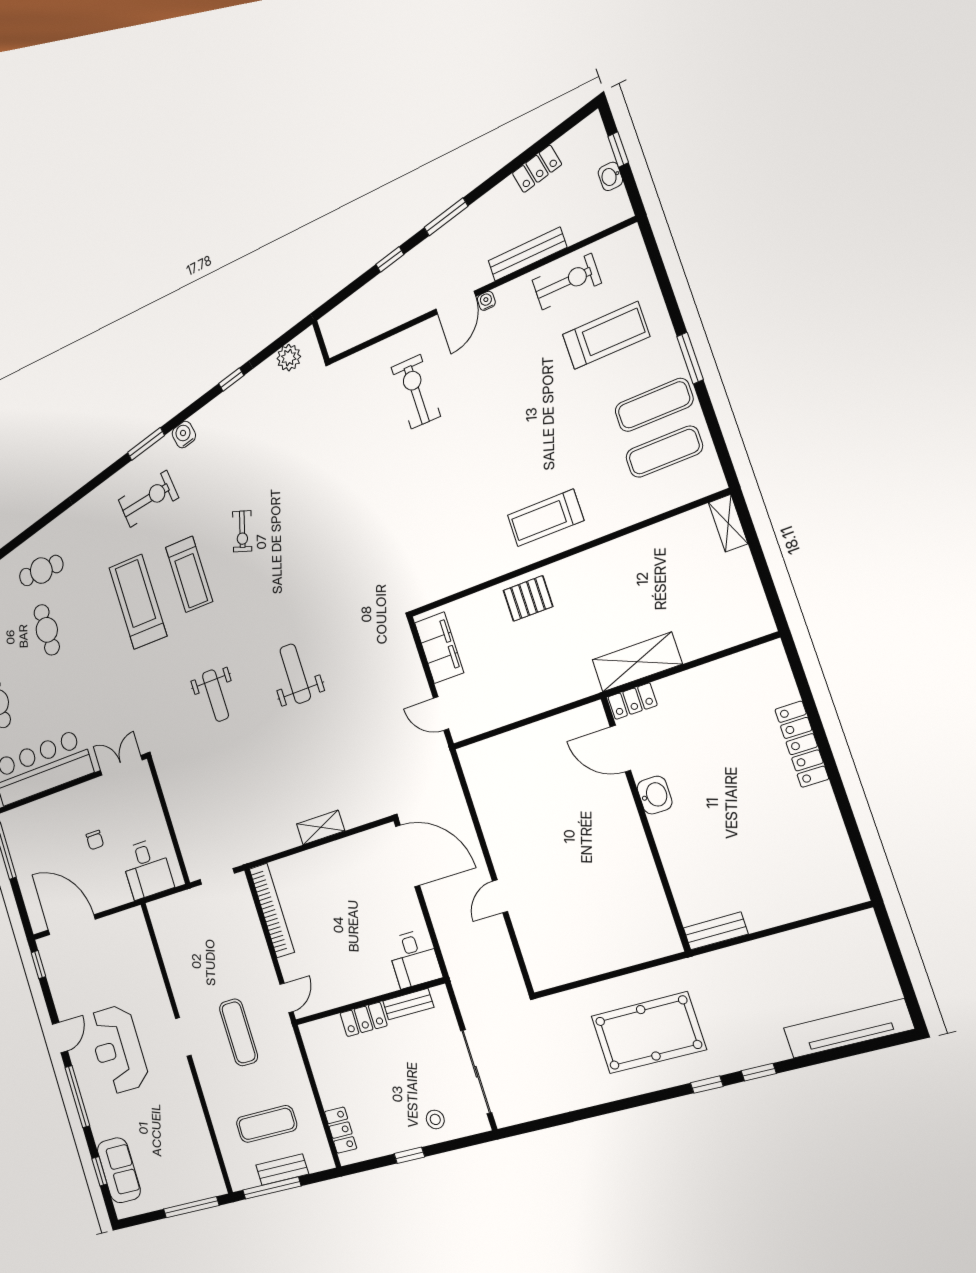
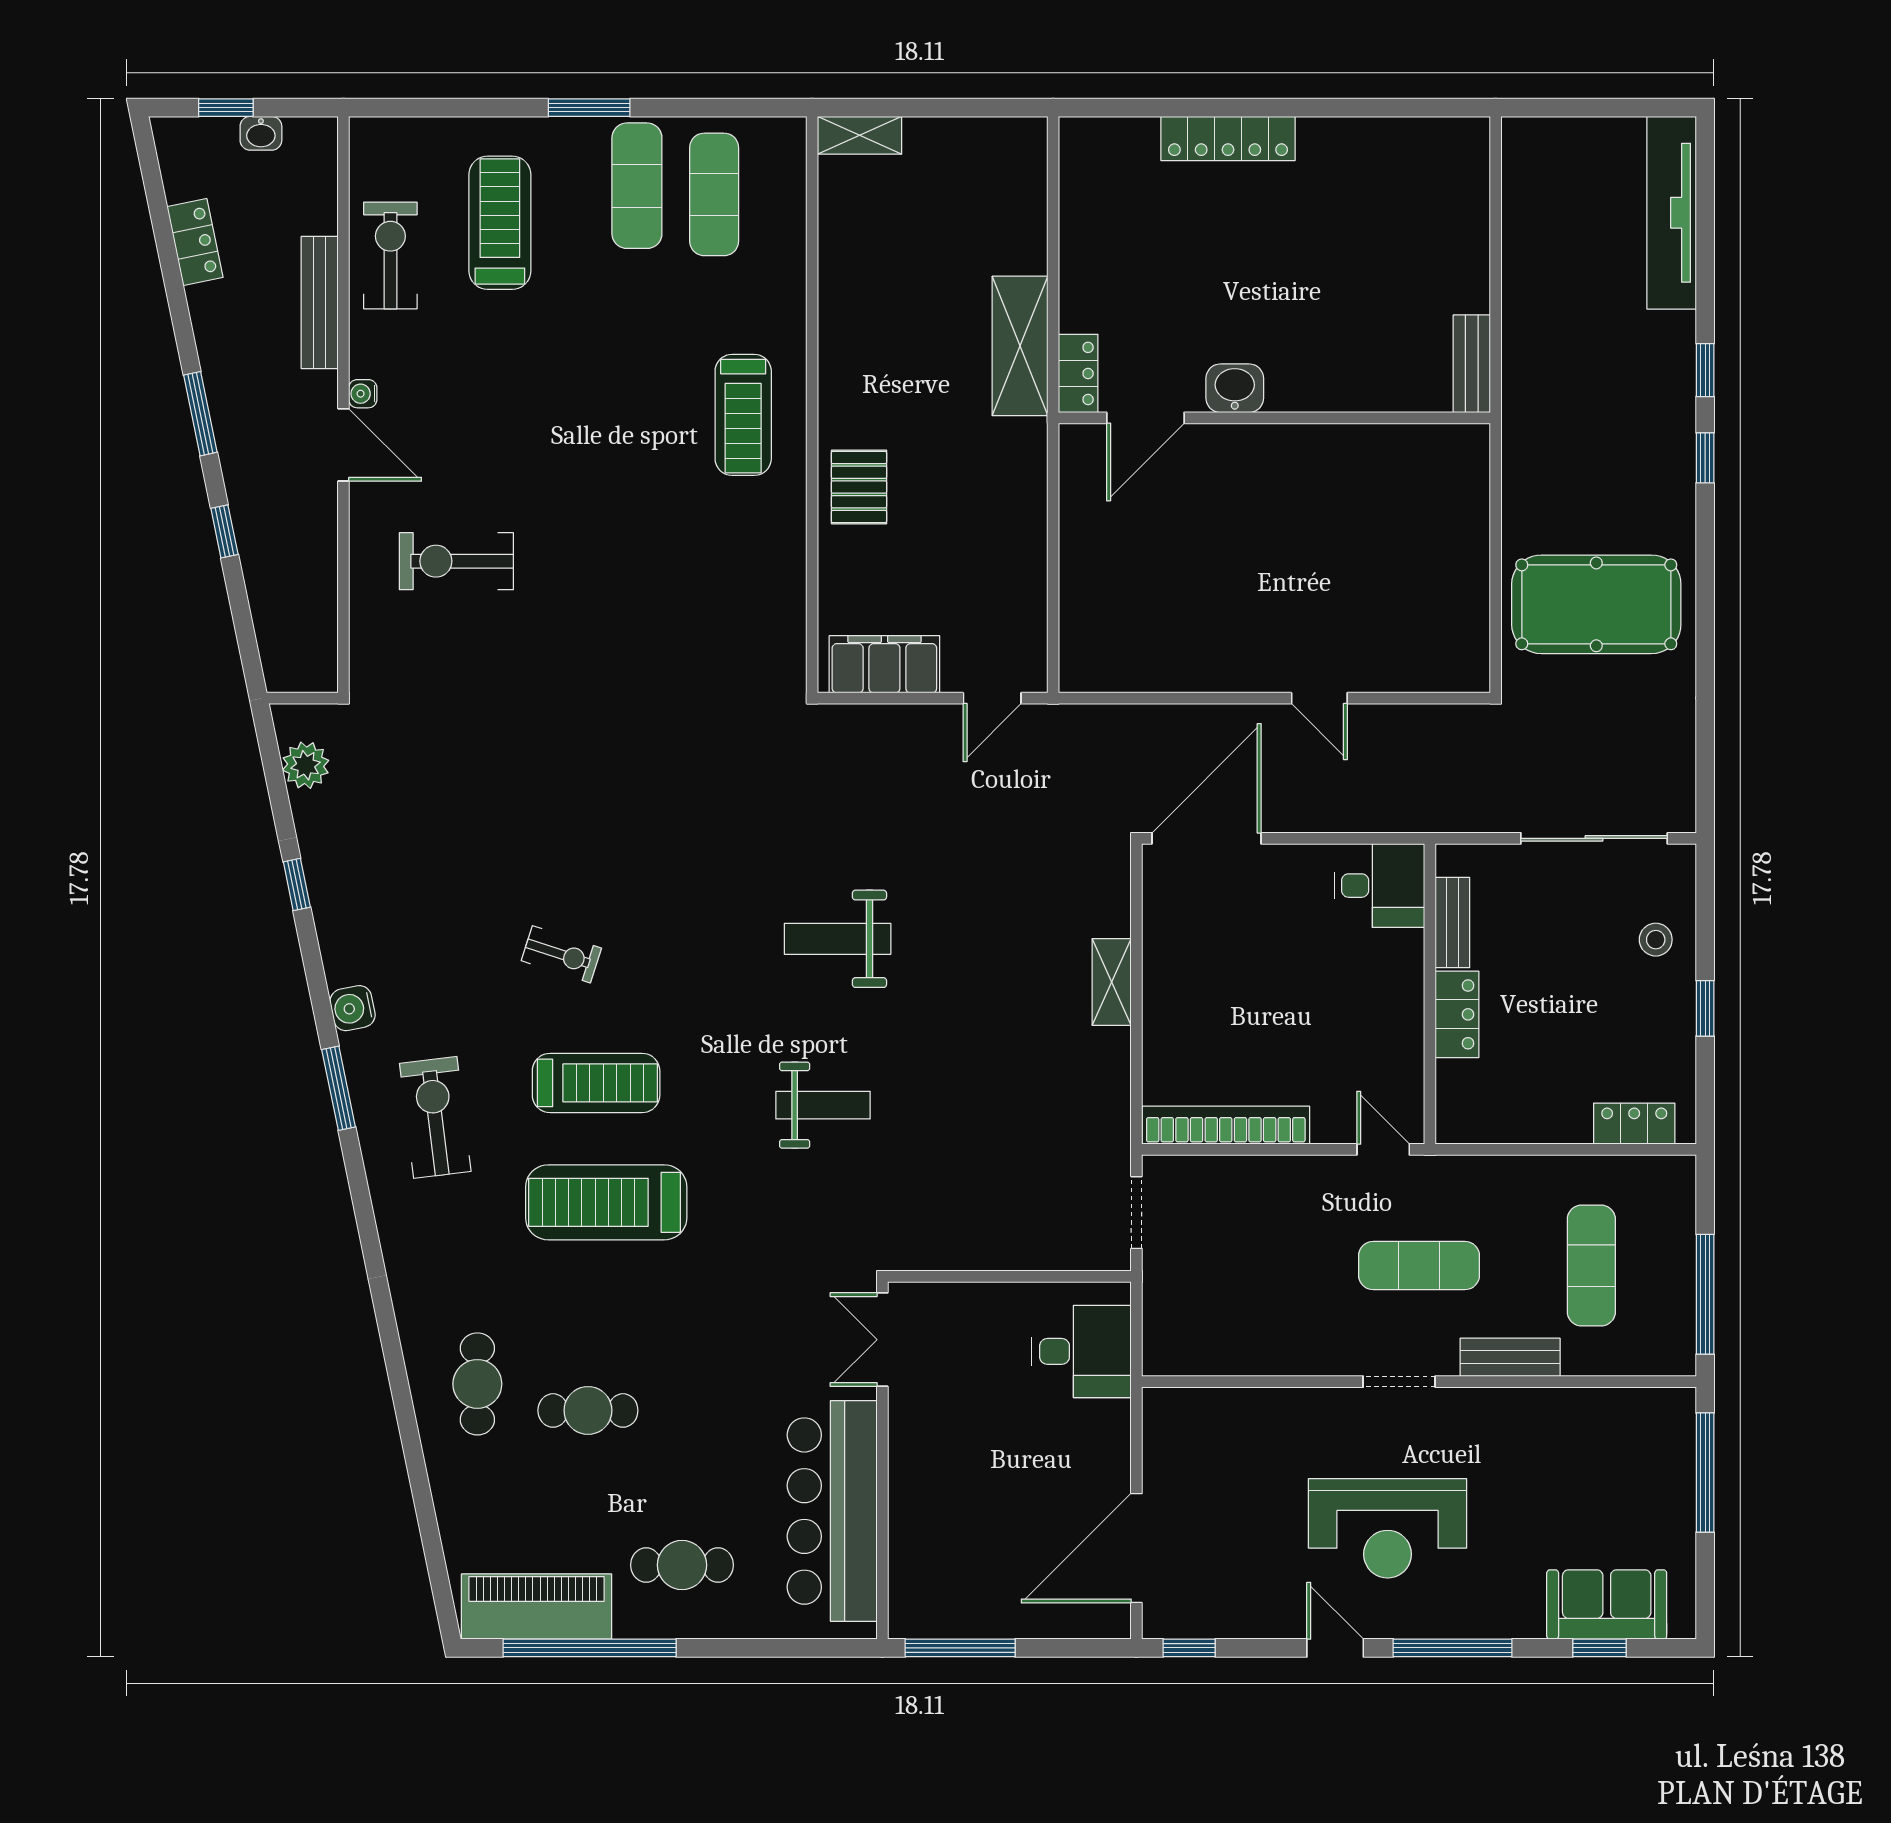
chair: (95, 840) -> (998, 1443), removed
pool table: (648, 1033) -> (1596, 604), moved, turned 90
bench: (282, 1170) -> (1510, 1357), moved, turned 90

